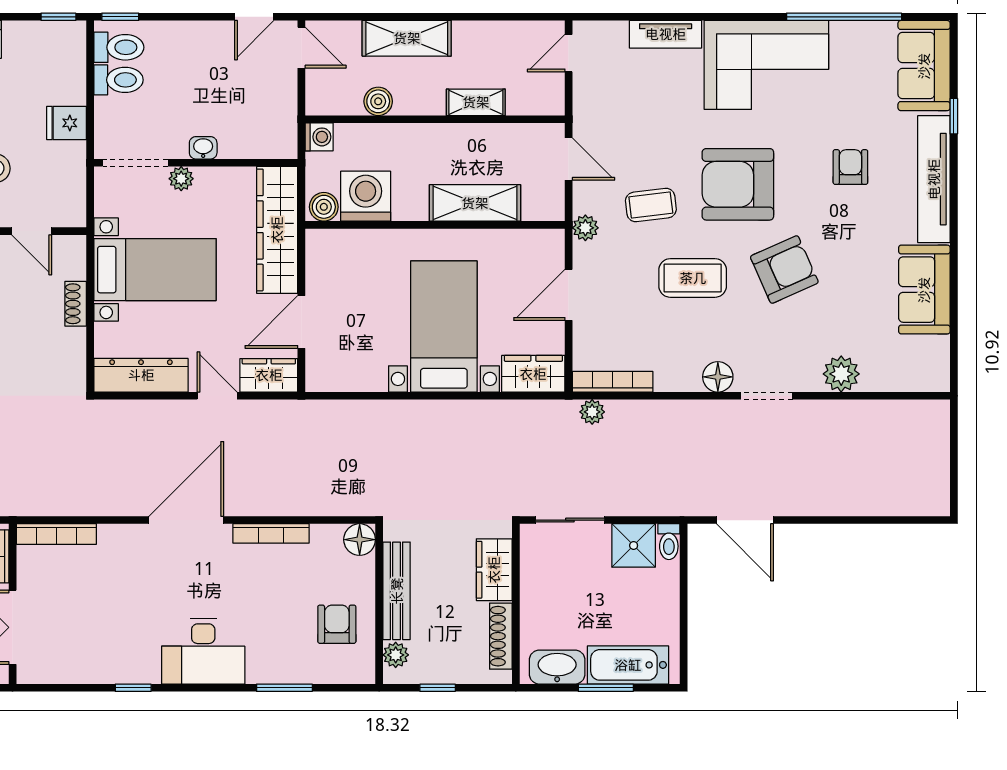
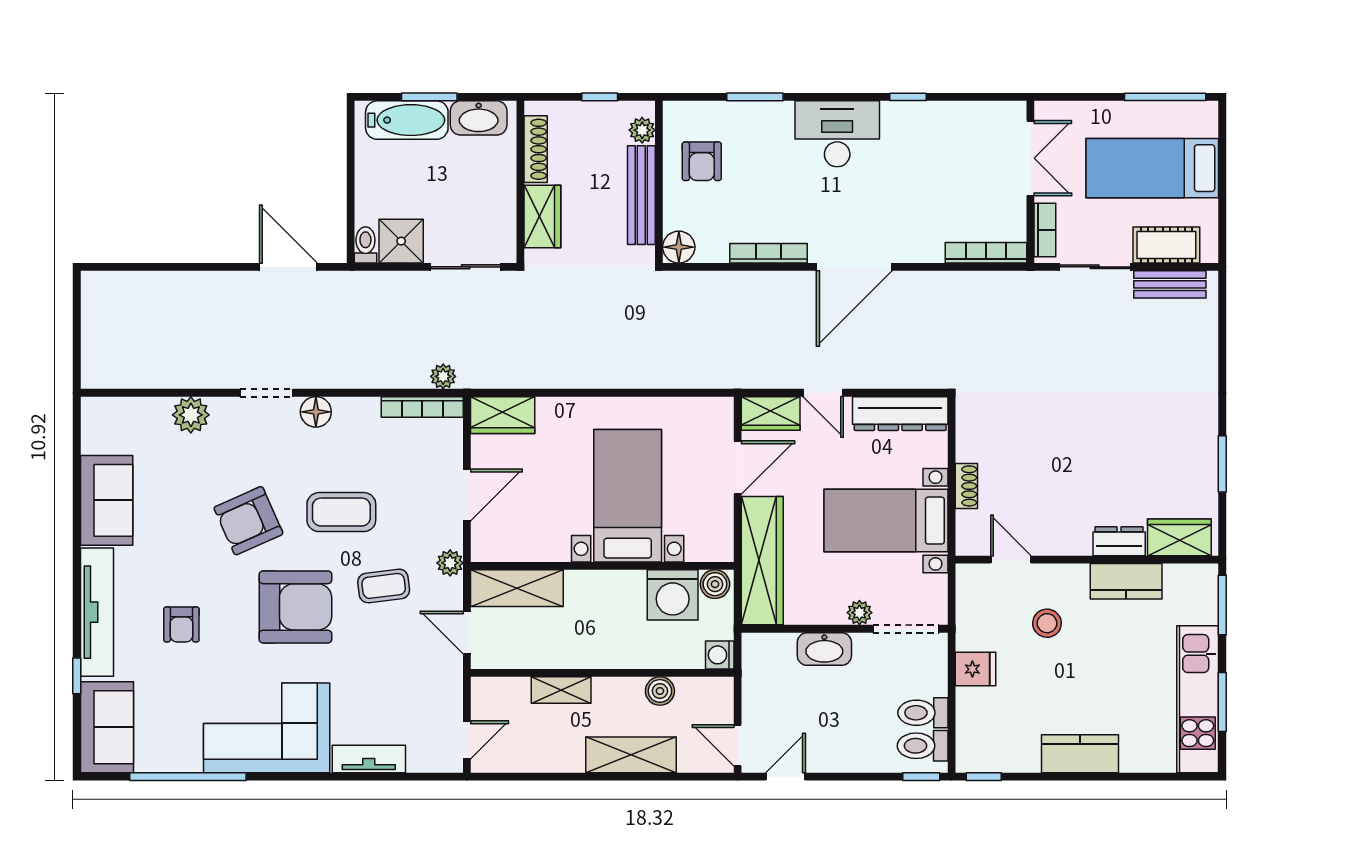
washbasin: (203, 148) -> (824, 649), width x1.91, depth x1.45
shelving: (475, 203) -> (517, 588), moved
bed with nightstands: (444, 327) -> (628, 496), moved, turned 180

